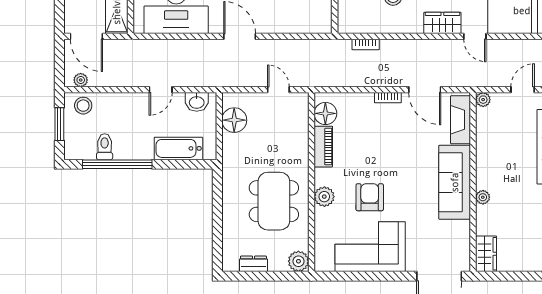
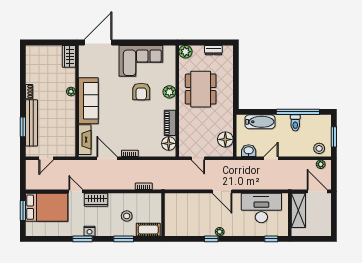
plant: (483, 100) -> (71, 152), removed
toilet: (105, 147) -> (295, 123), moved

